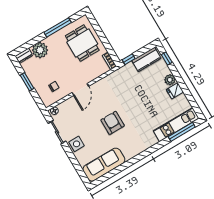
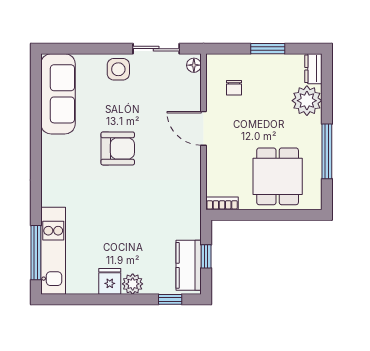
dining table: (82, 43) -> (278, 176), turned 90
window: (129, 59) -> (206, 256), moved

